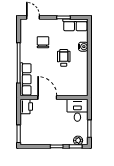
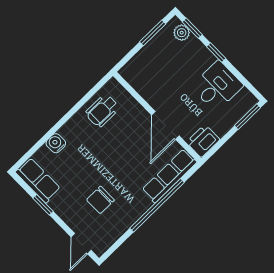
wheelchair: (64, 58) -> (102, 111), moved
desk: (77, 110) -> (217, 86), moved, turned 180

